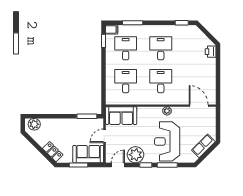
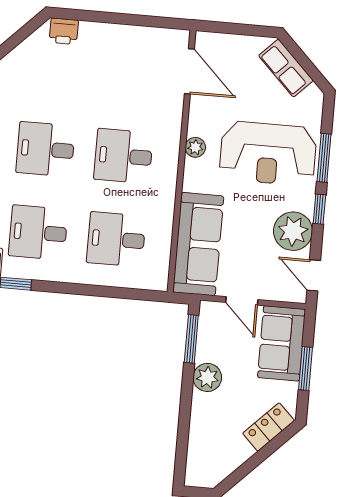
door: (199, 106) -> (189, 71), swing flipped
sofa: (121, 116) -> (198, 244), width x1.36
plant: (34, 124) -> (207, 377), moved

